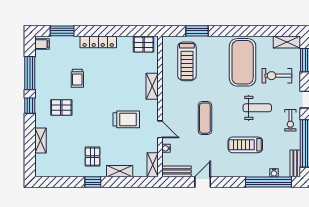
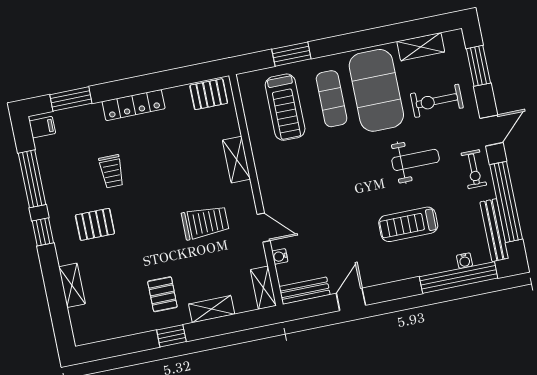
shelving: (287, 42) -> (421, 47), moved
exercise mat: (205, 118) -> (332, 99), moved
bench: (295, 163) -> (494, 230), width x1.36

